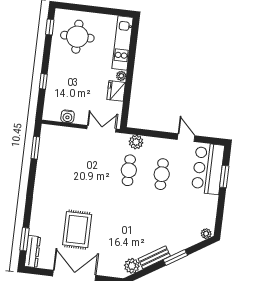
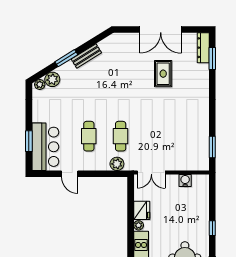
window: (43, 81) -> (212, 228), moved
rug: (77, 230) -> (163, 74), width x0.73, depth x0.70
plant: (132, 266) -> (52, 79), moved

